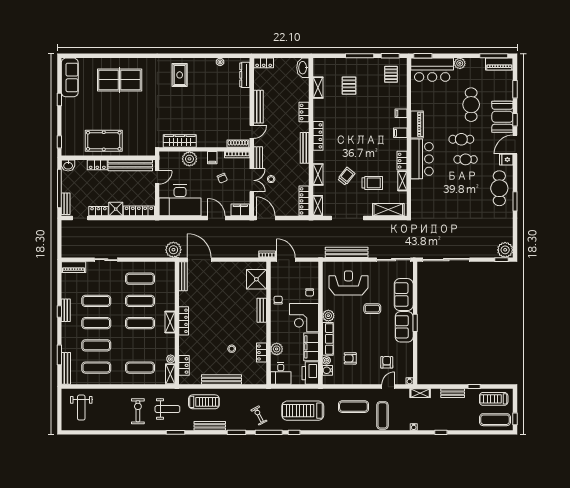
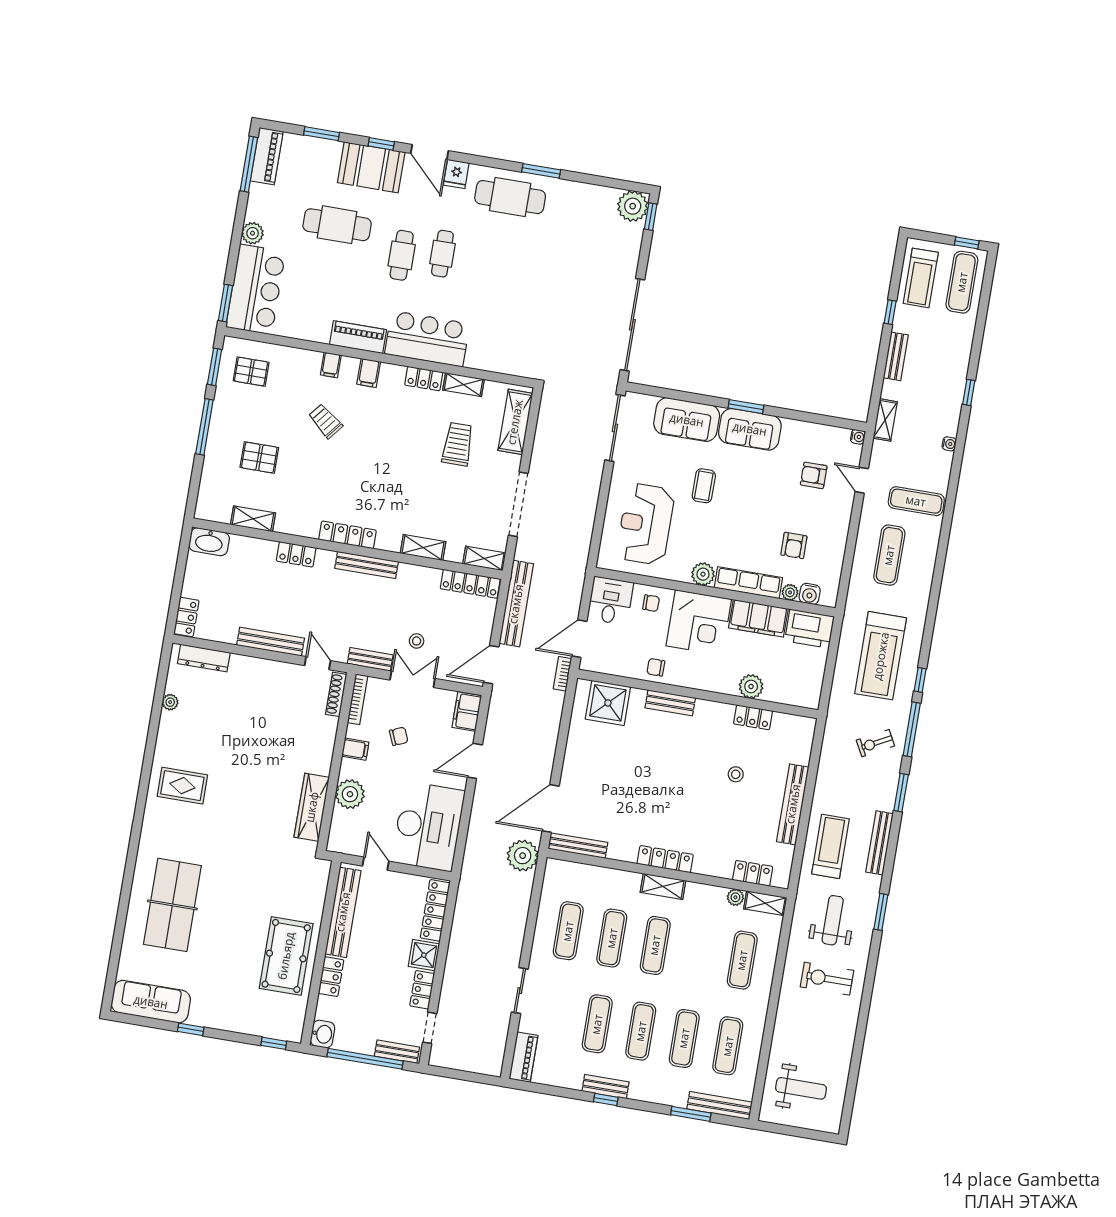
trolley: (346, 176) -> (325, 421), moved
bench: (347, 252) -> (516, 604), moved
desk: (281, 374) -> (610, 601), moved, turned -90

